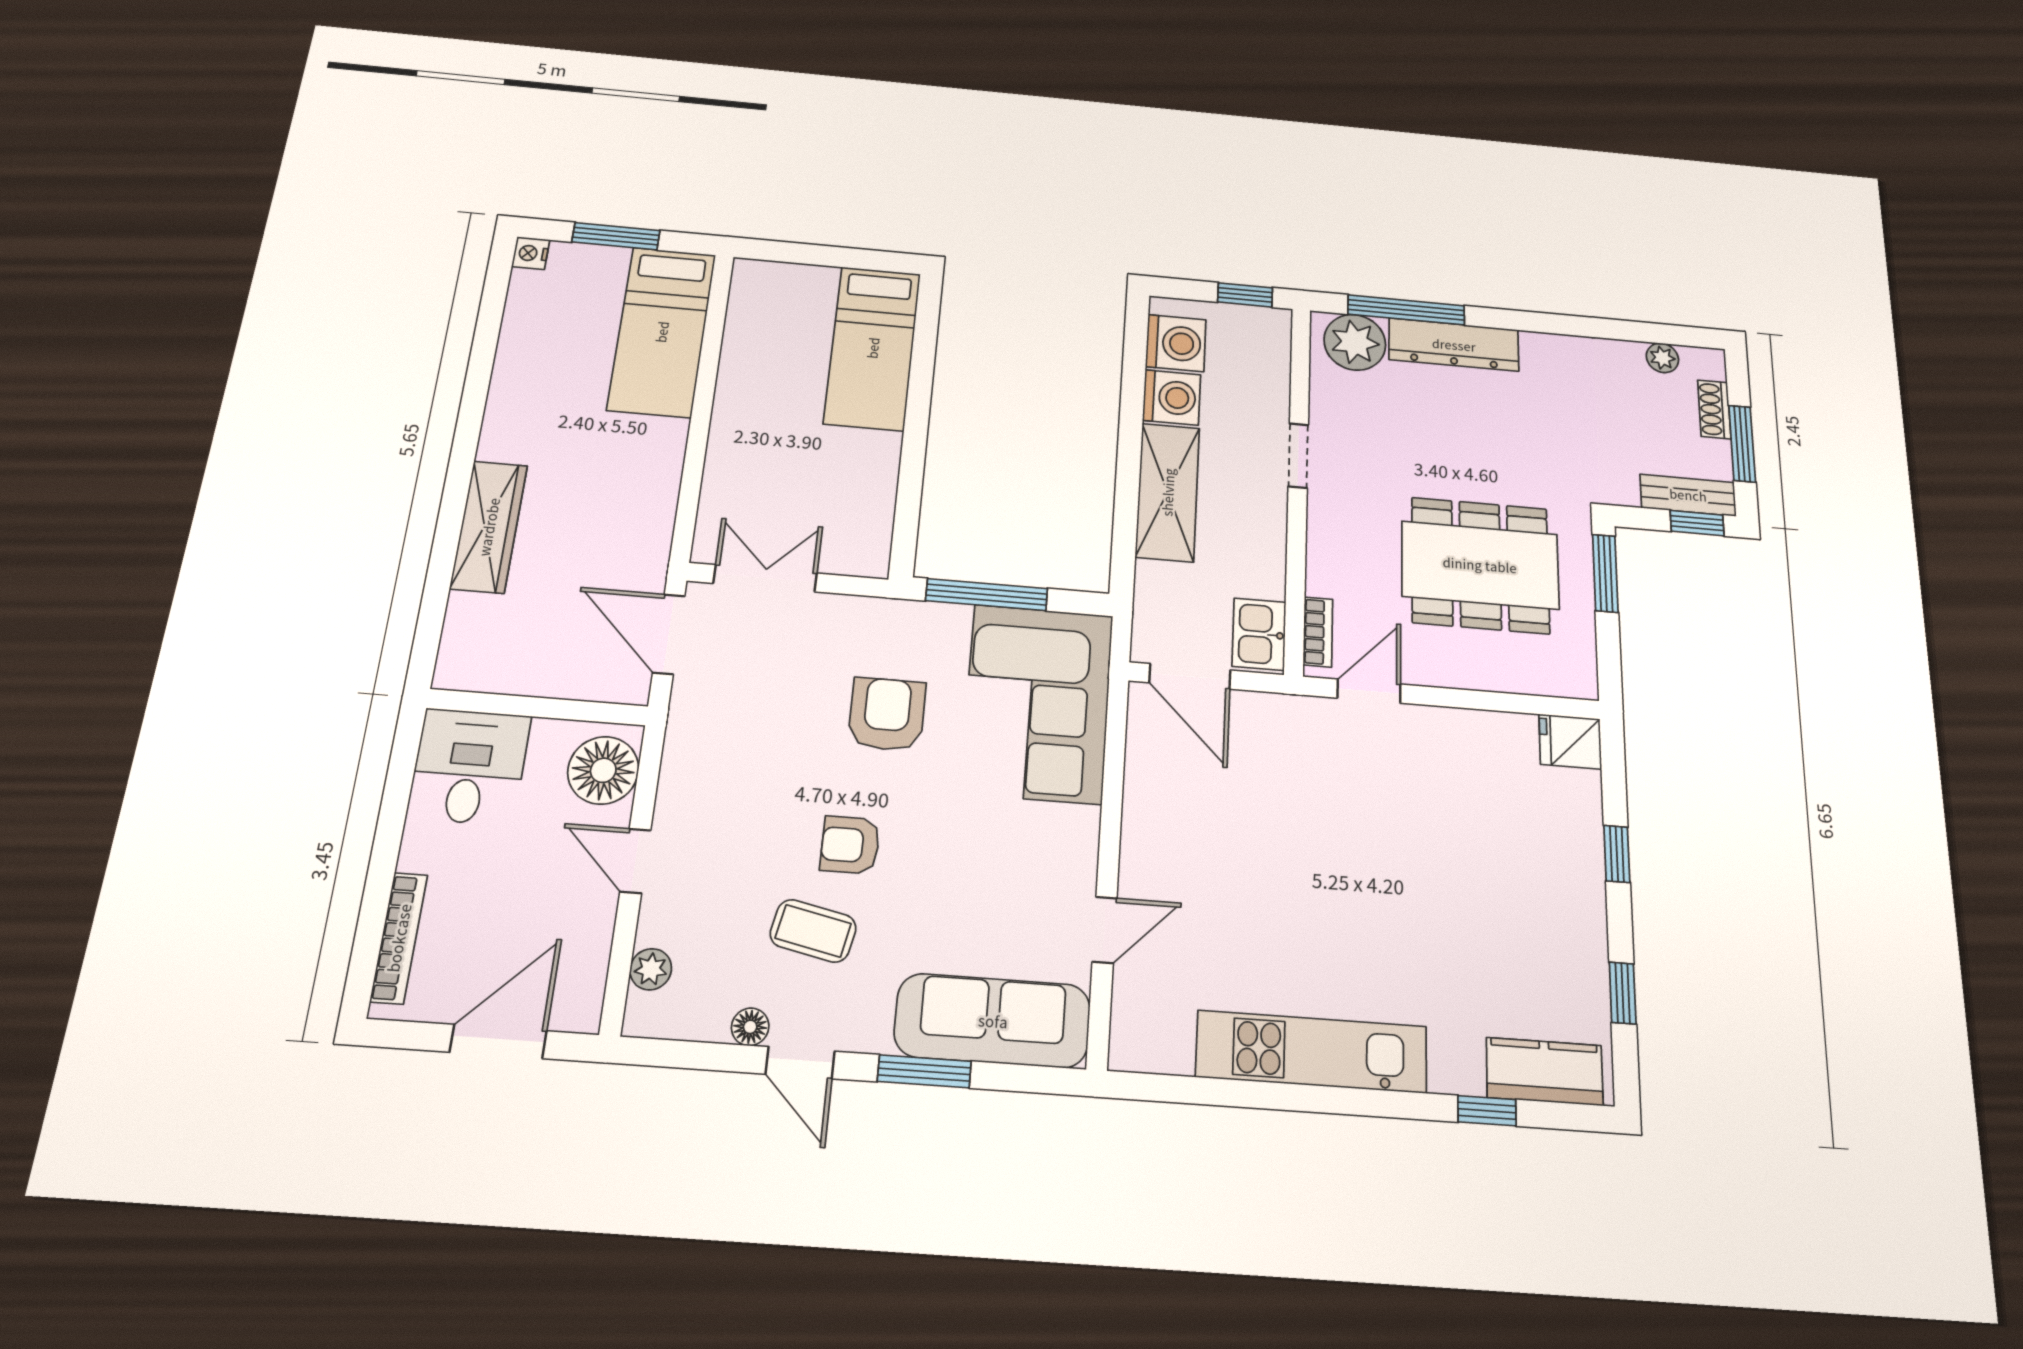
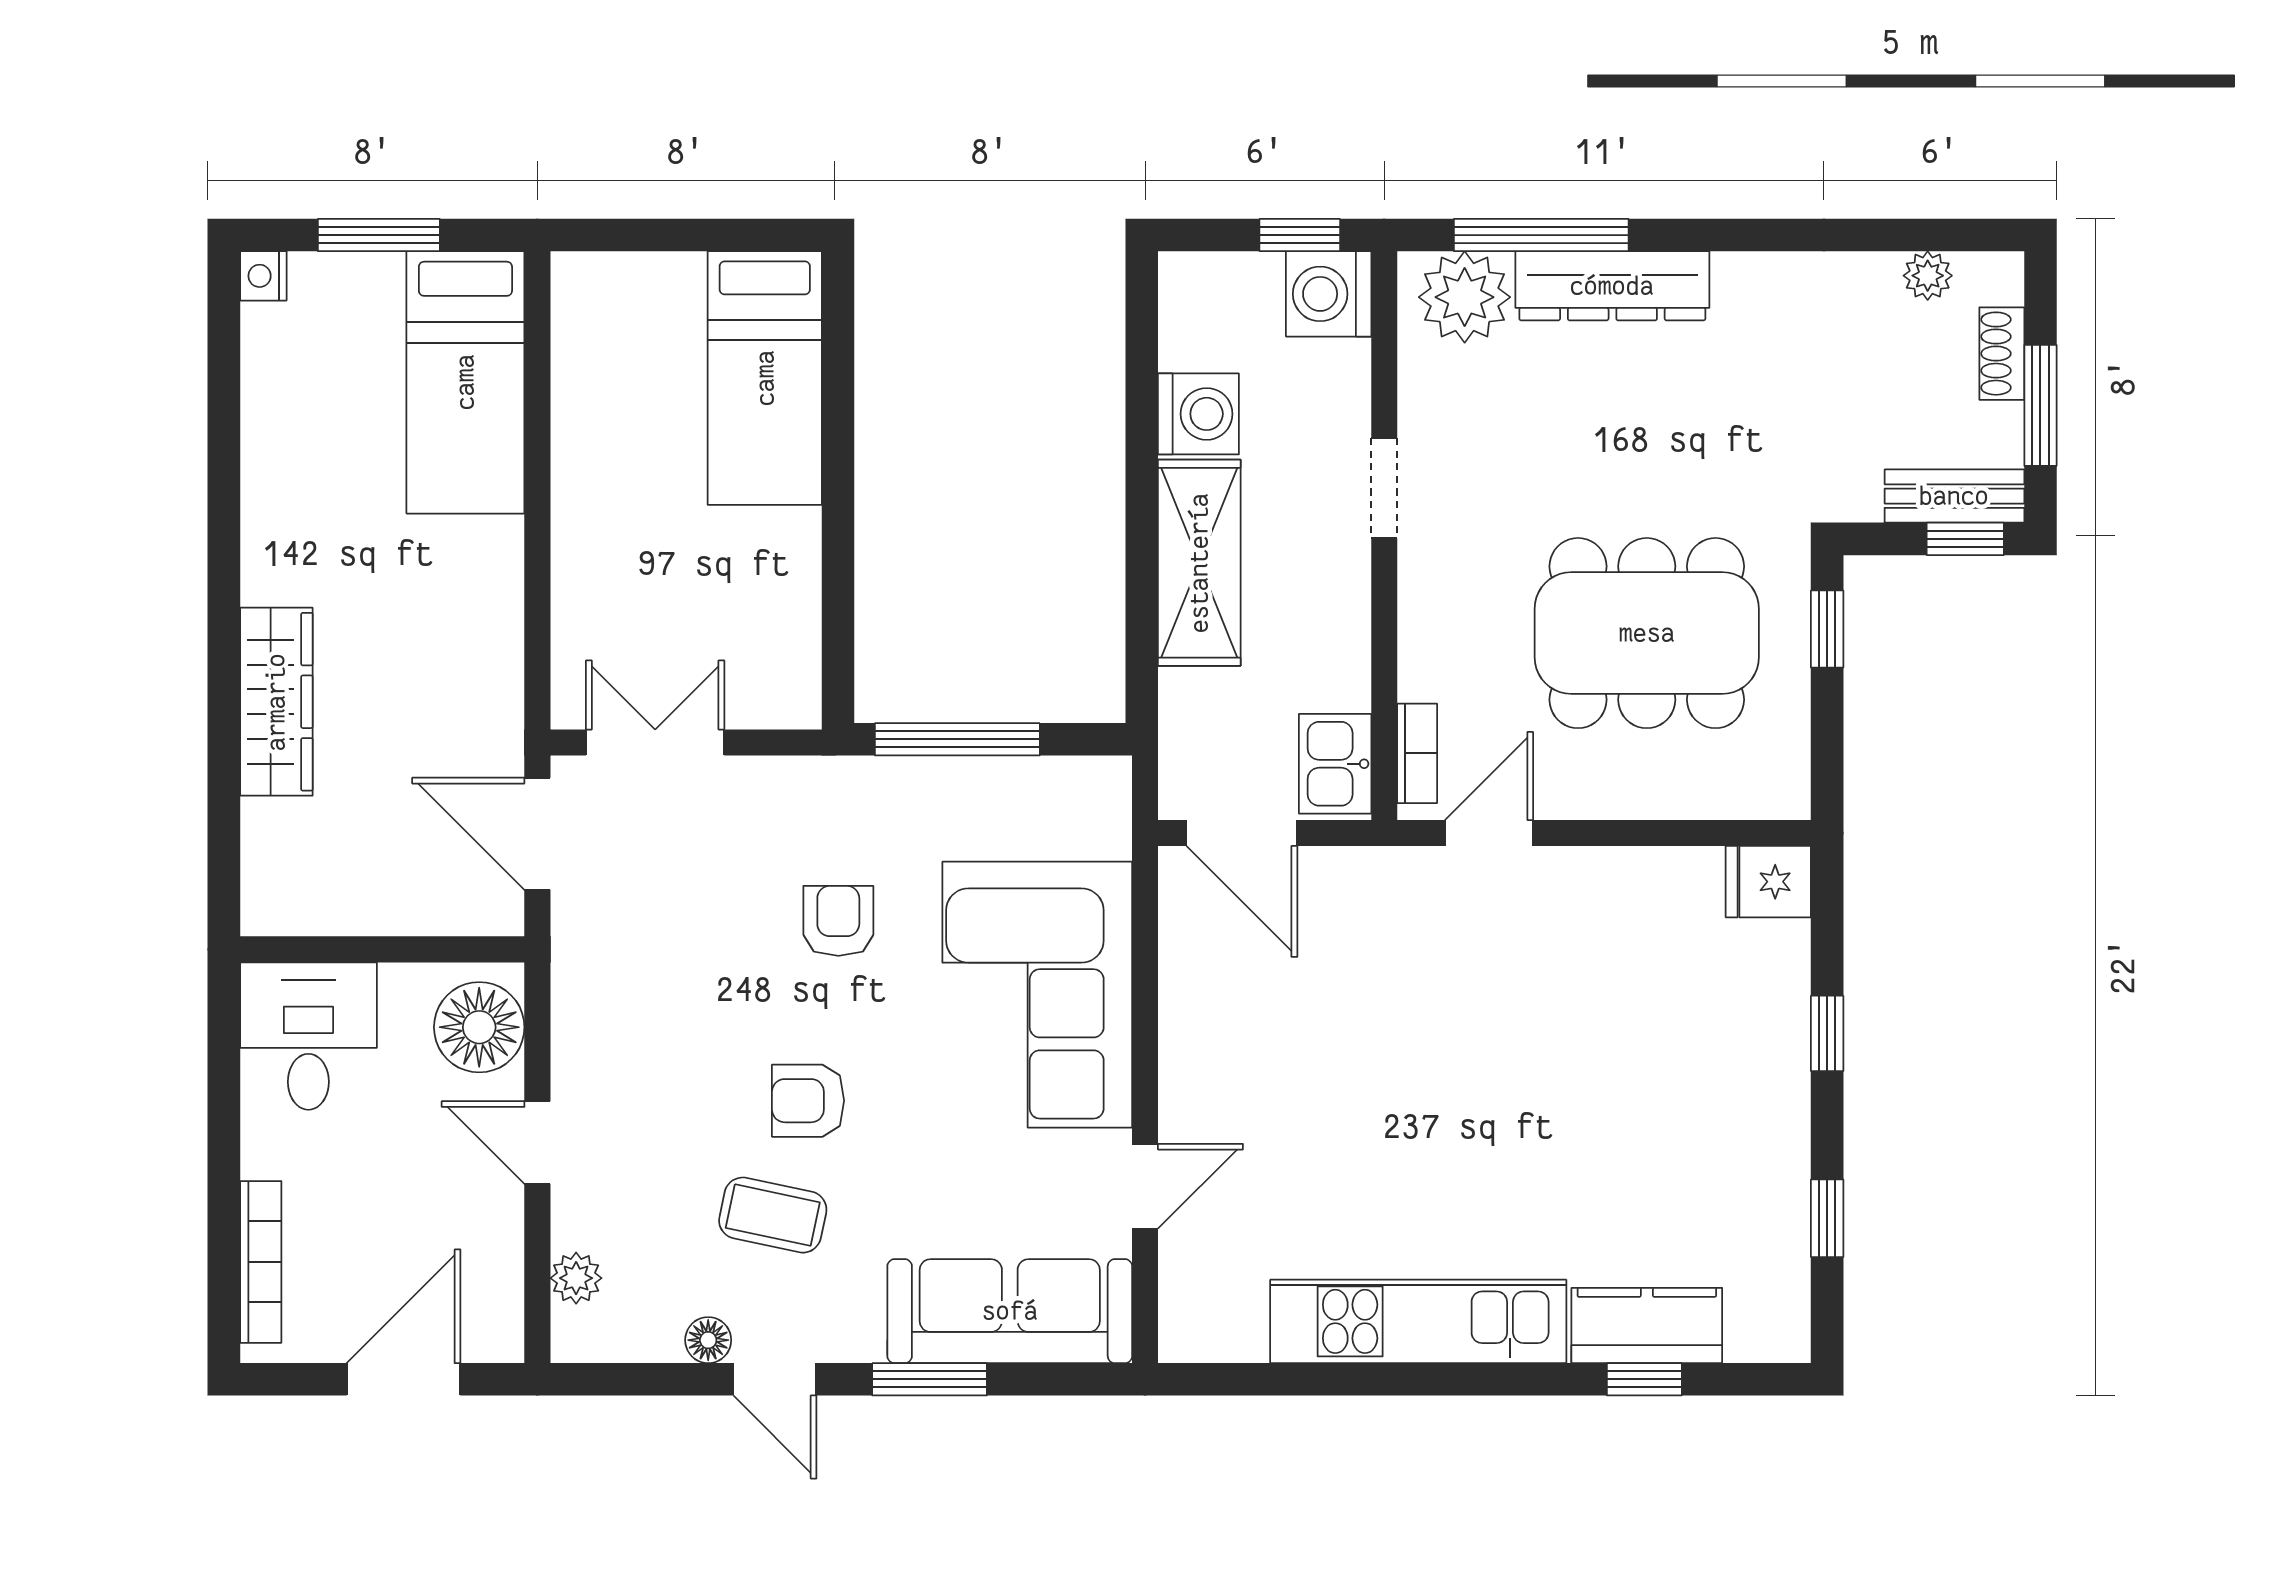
washing machine: (1176, 343) -> (1329, 294), moved, turned 180
window: (1605, 573) -> (1827, 629), width x0.67
corner sofa: (1037, 703) -> (1037, 995), moved
armchair: (887, 714) -> (838, 921), width x0.72, depth x0.72
kitchen counter: (1545, 1072) -> (1647, 1325), moved

